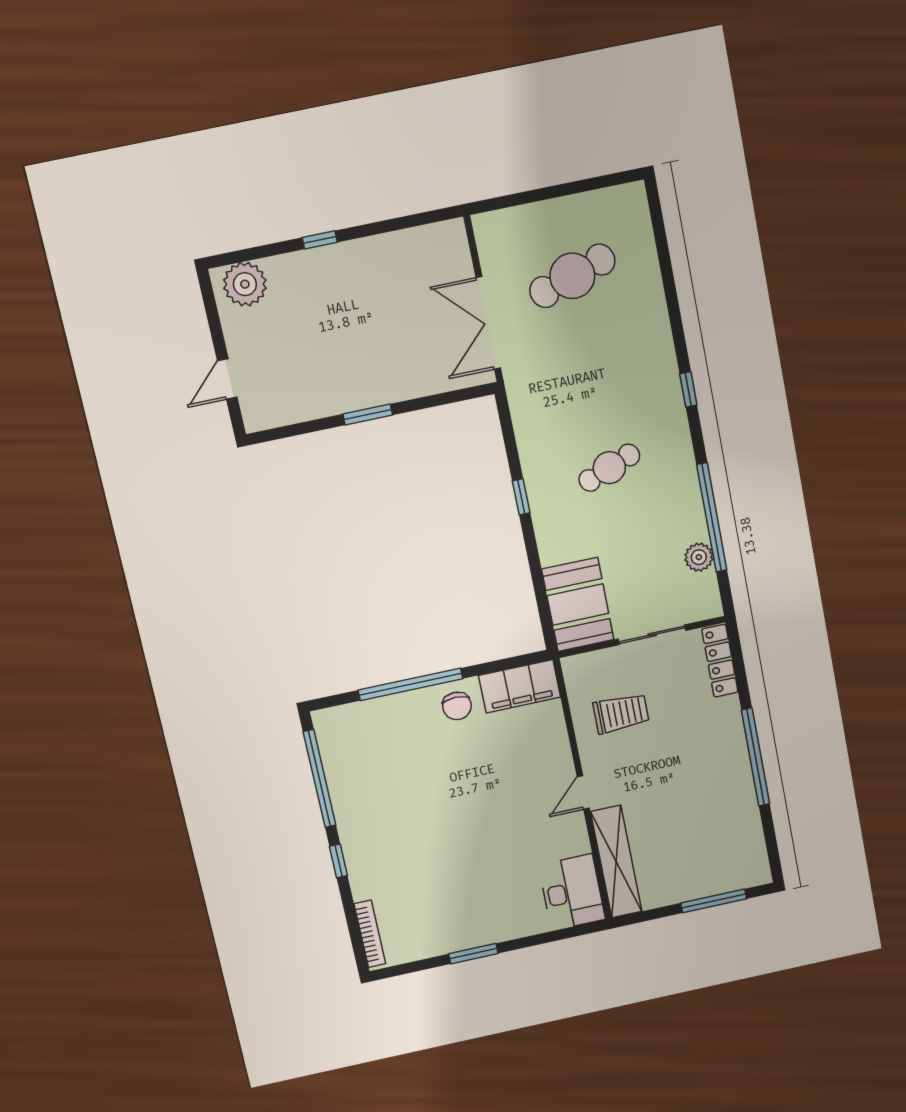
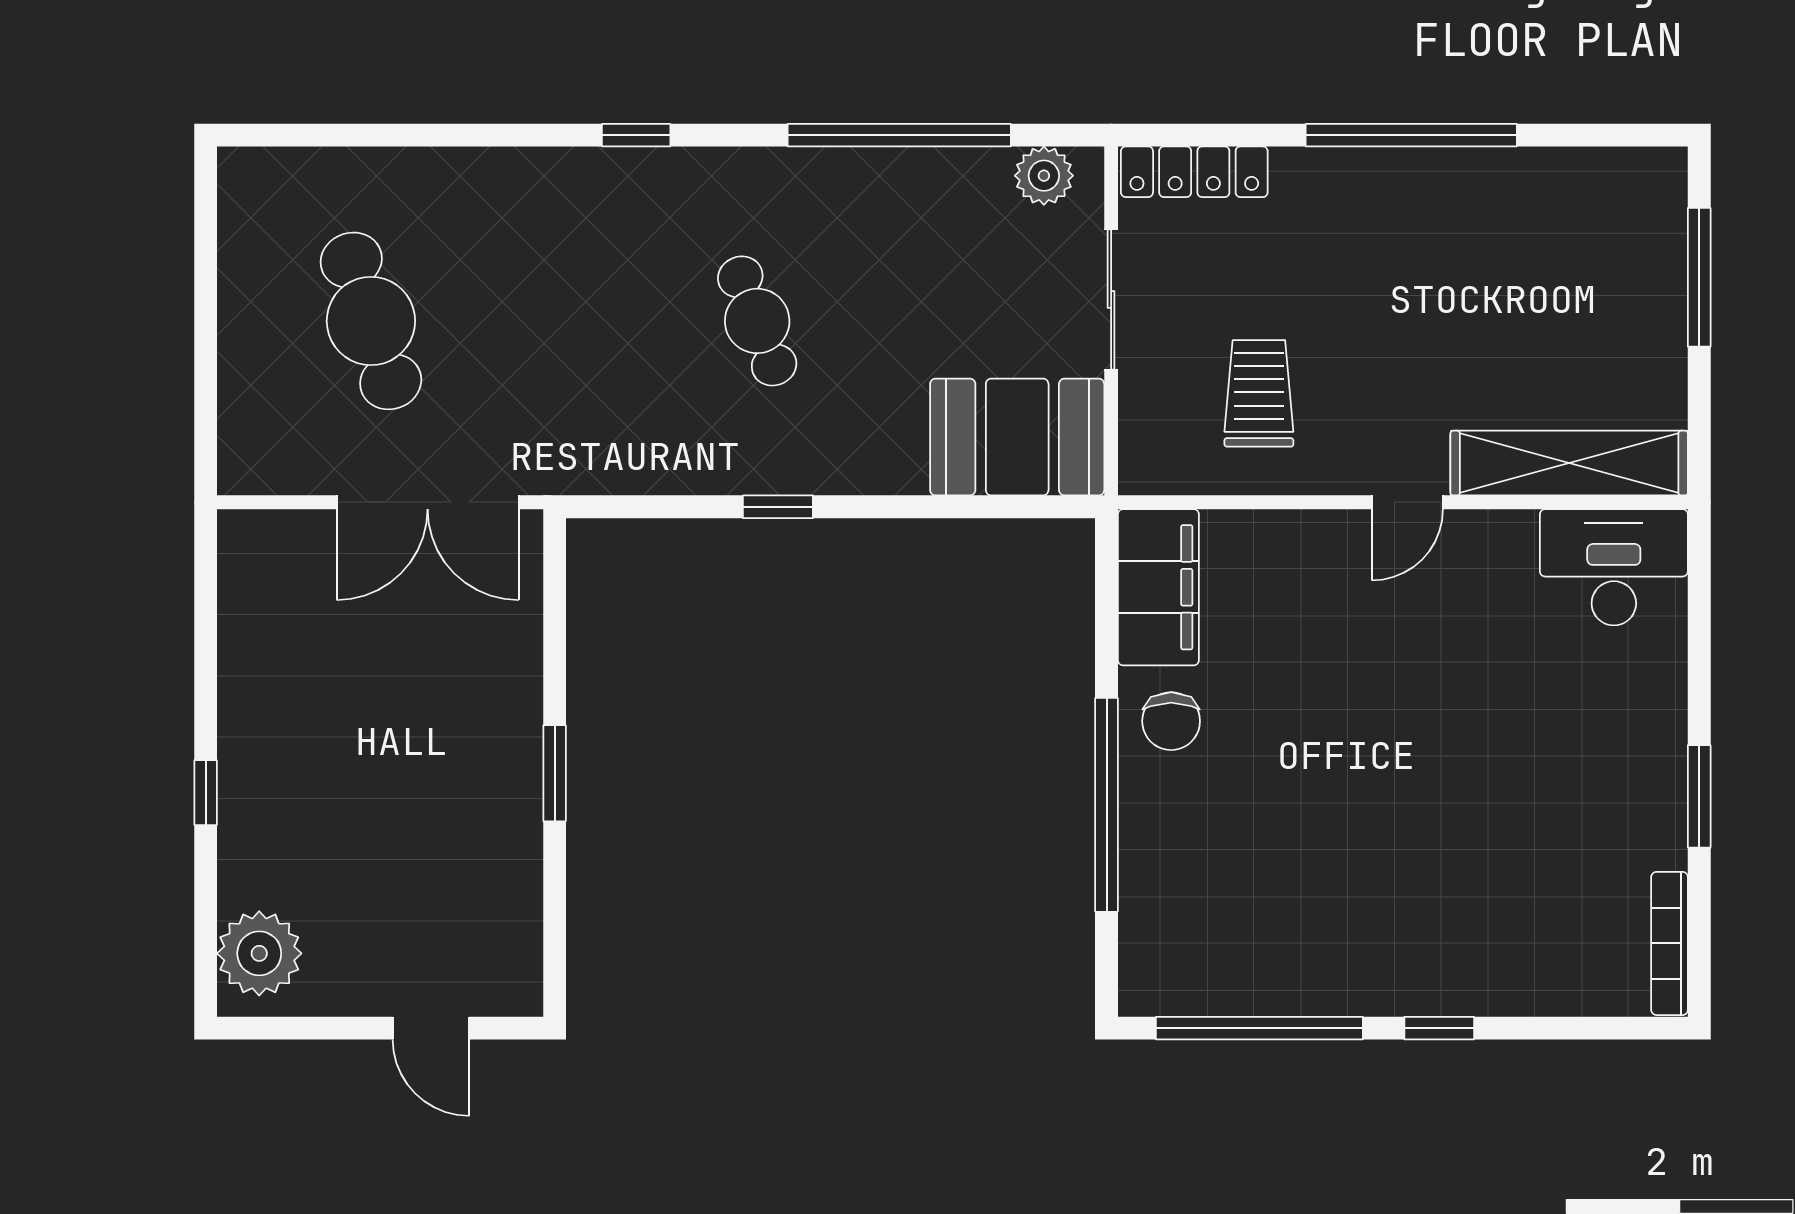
plant: (699, 557) -> (1044, 176), moved
chair: (457, 706) -> (1171, 721), turned 90
door: (583, 793) -> (1407, 502), hinge flipped
bookcase: (370, 934) -> (1670, 943), moved, turned -90

